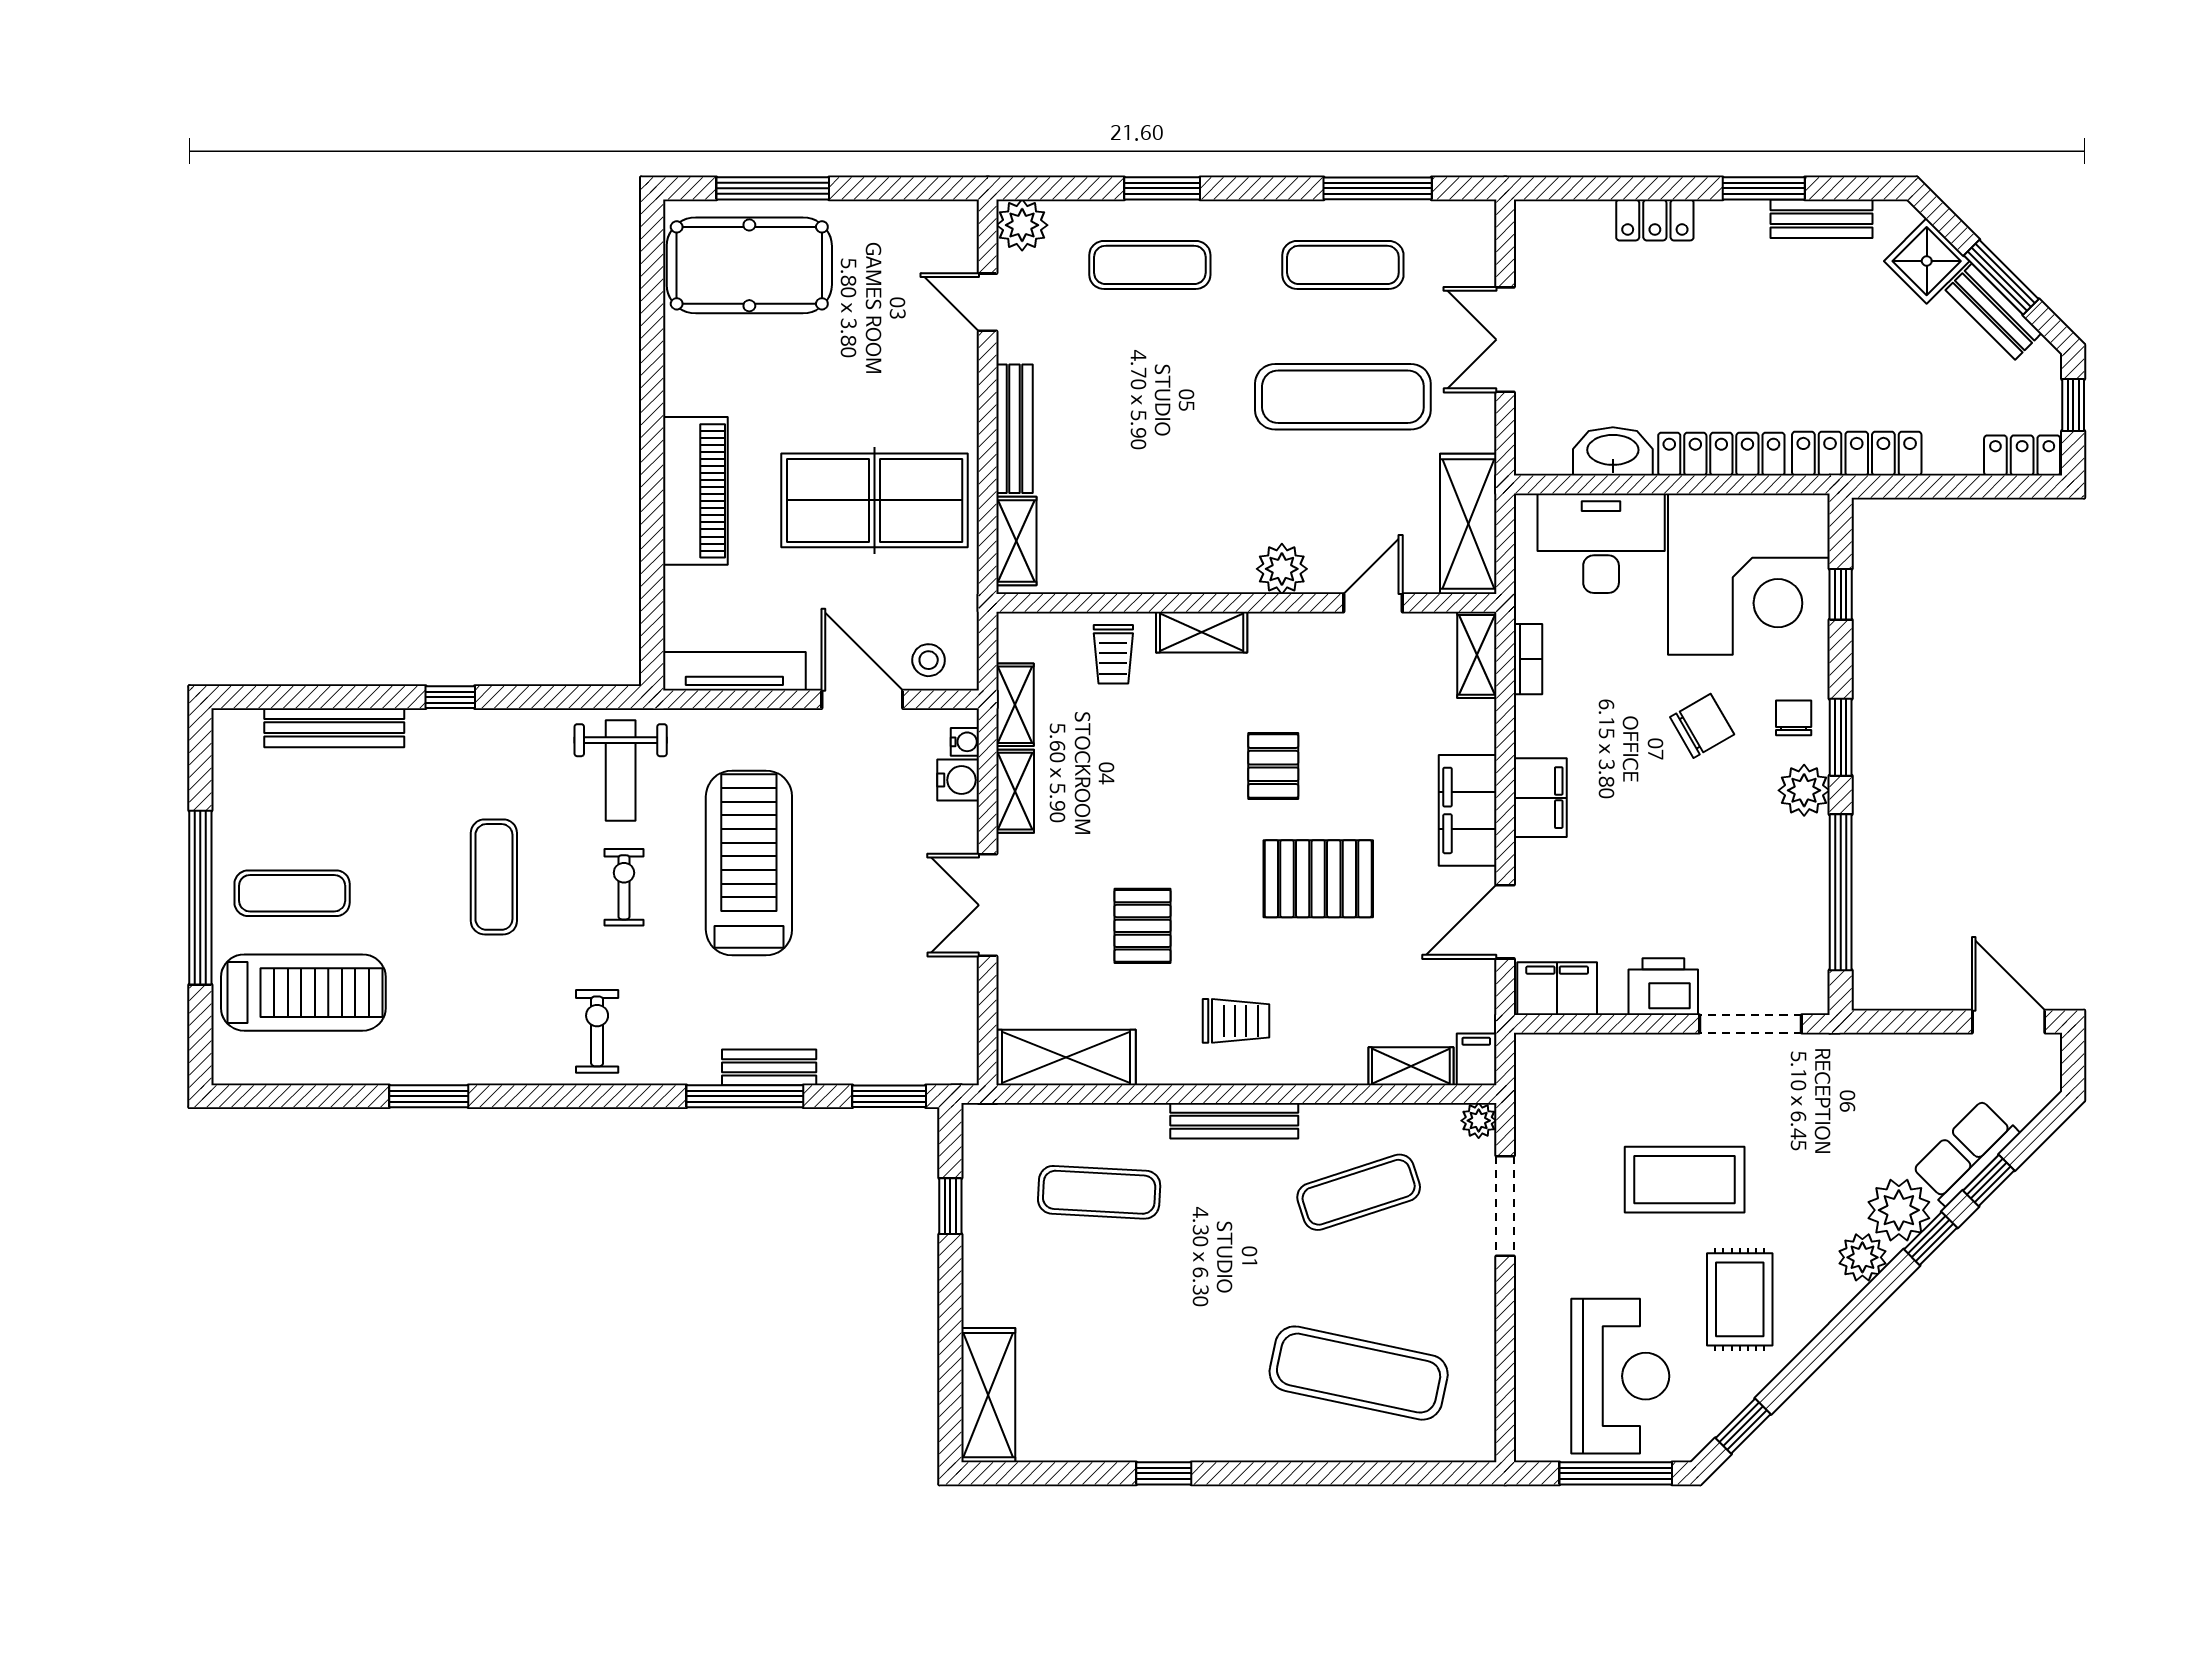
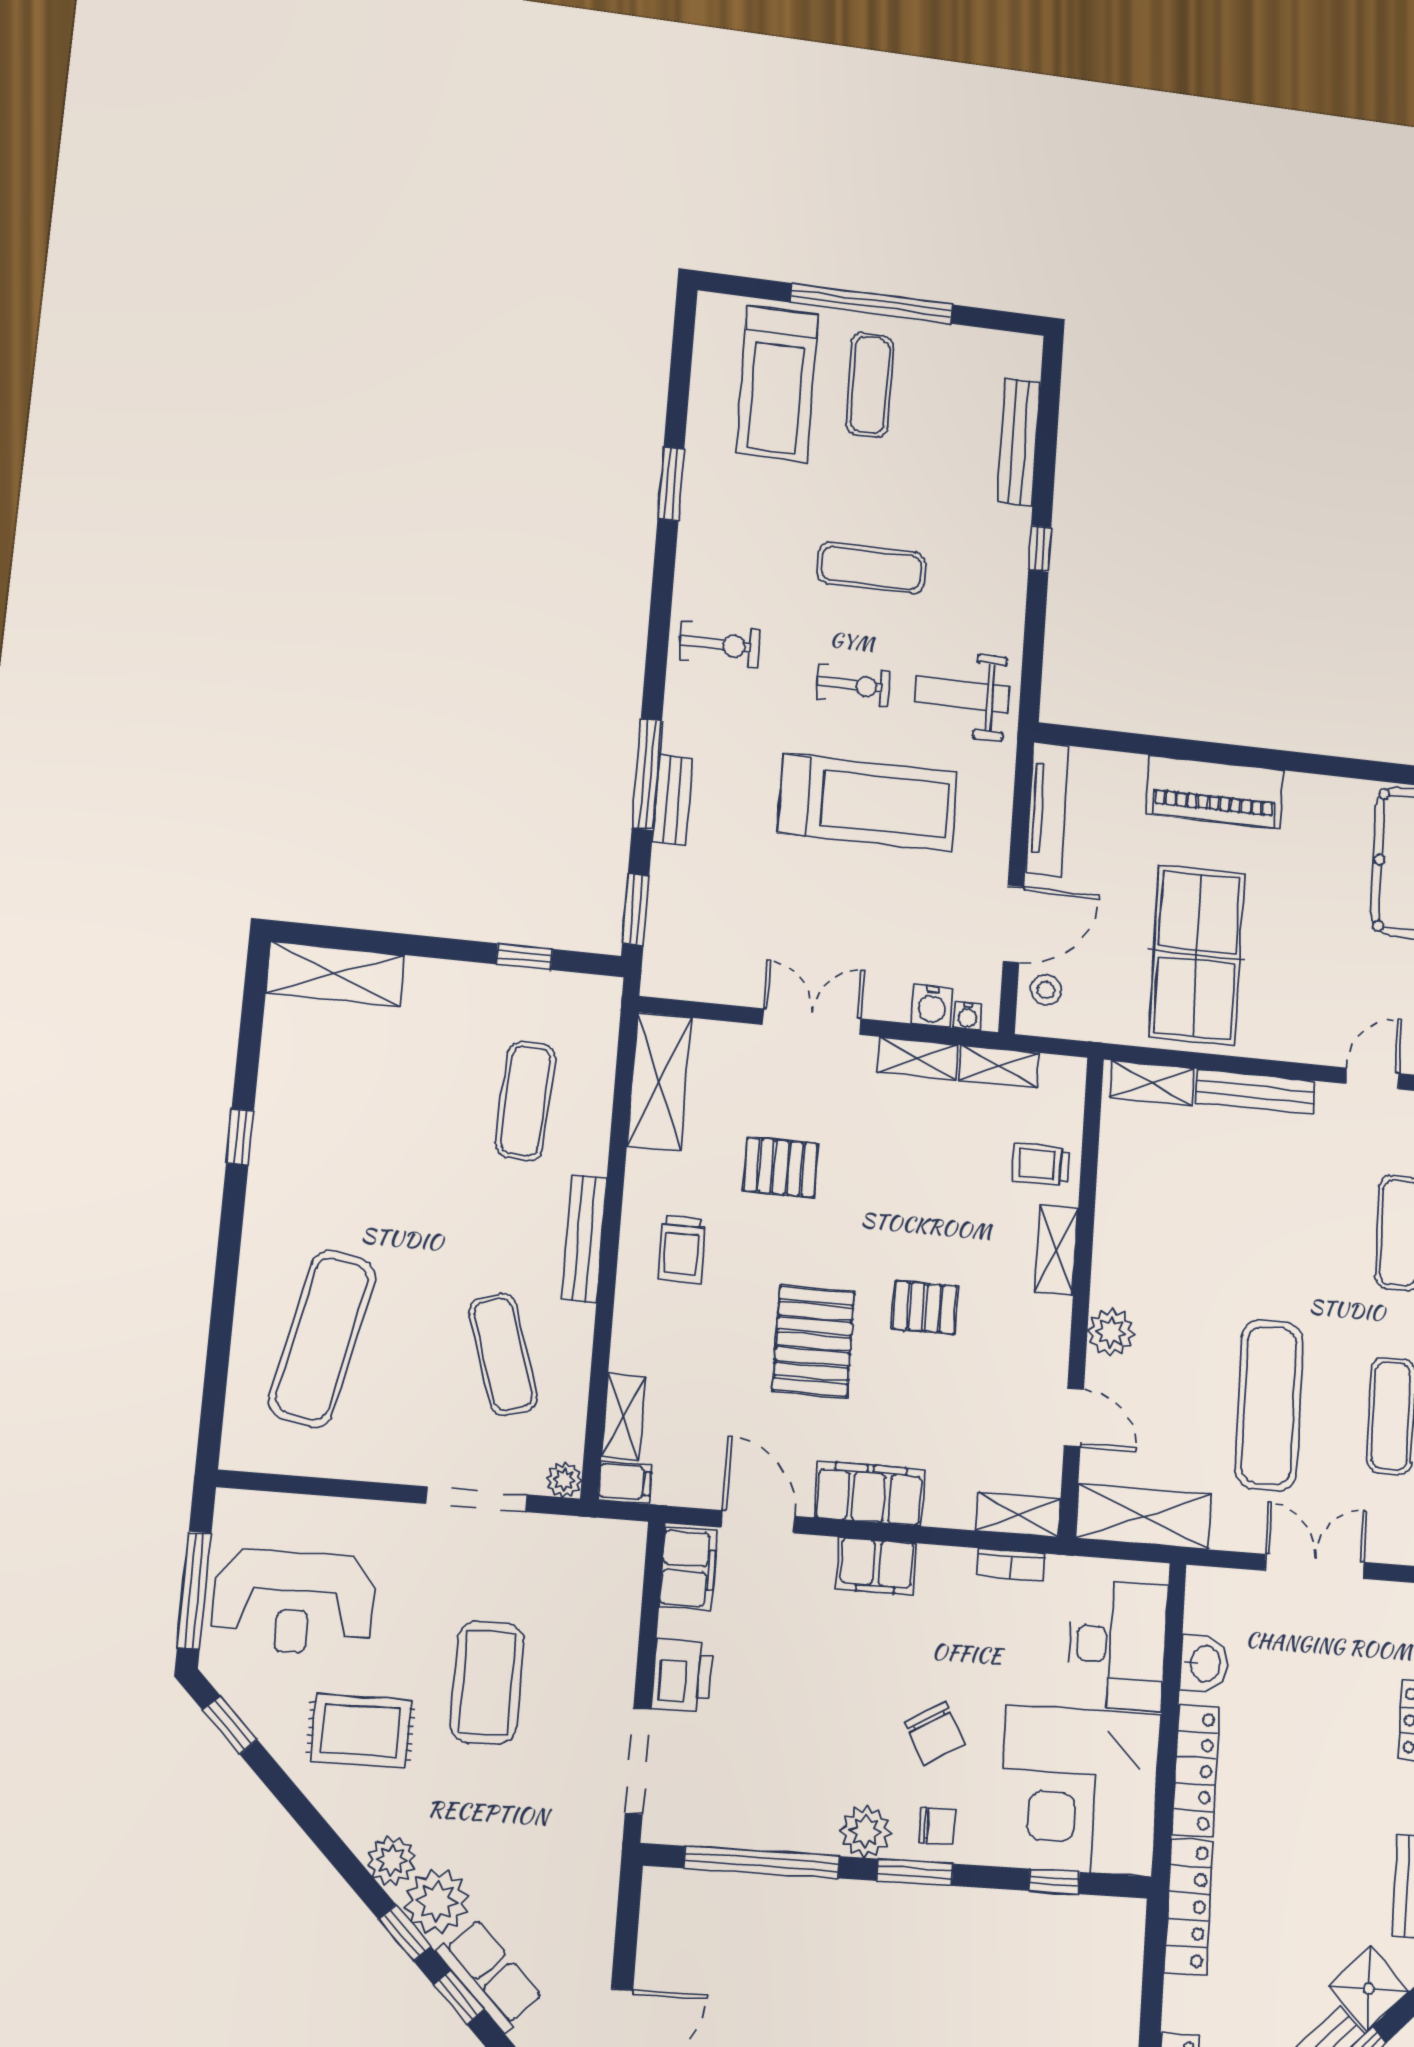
washbasin: (1613, 451) -> (1204, 1664), width x0.72

